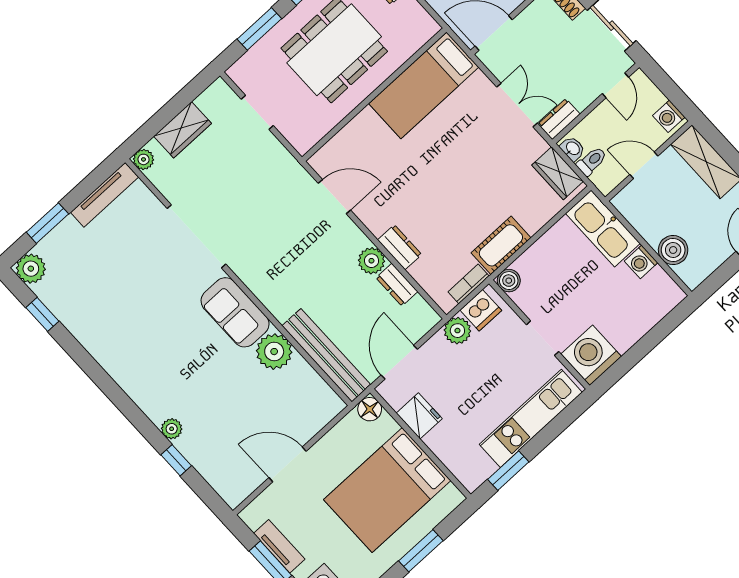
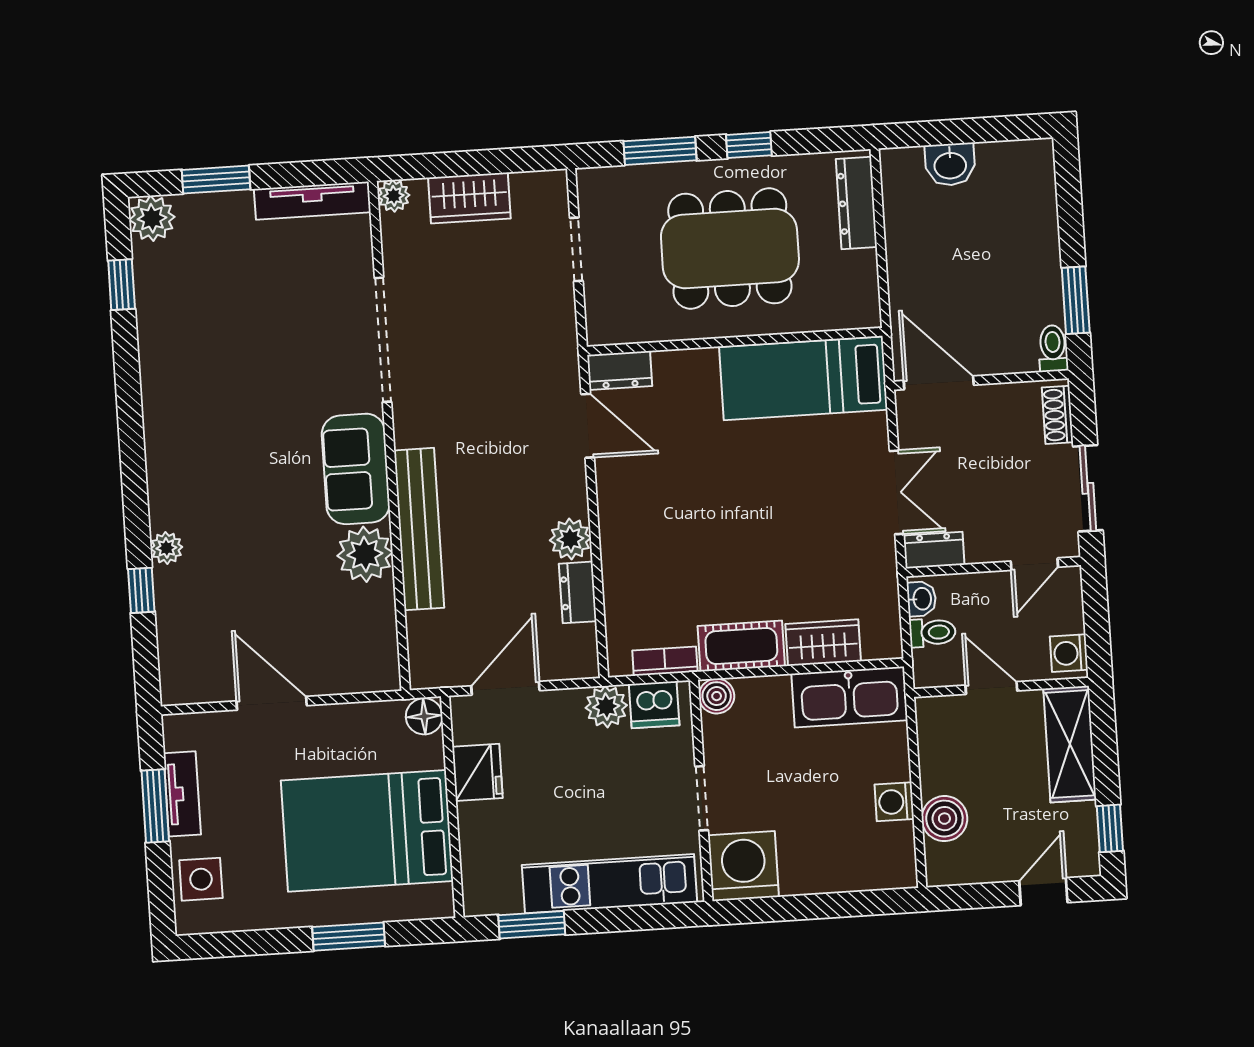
wardrobe: (558, 173) -> (823, 643), moved, turned 90
kitchen sink: (603, 228) -> (849, 697), moved, turned -90
dresser: (400, 247) -> (620, 370), moved, turned 90
bench: (326, 355) -> (419, 529), moved

